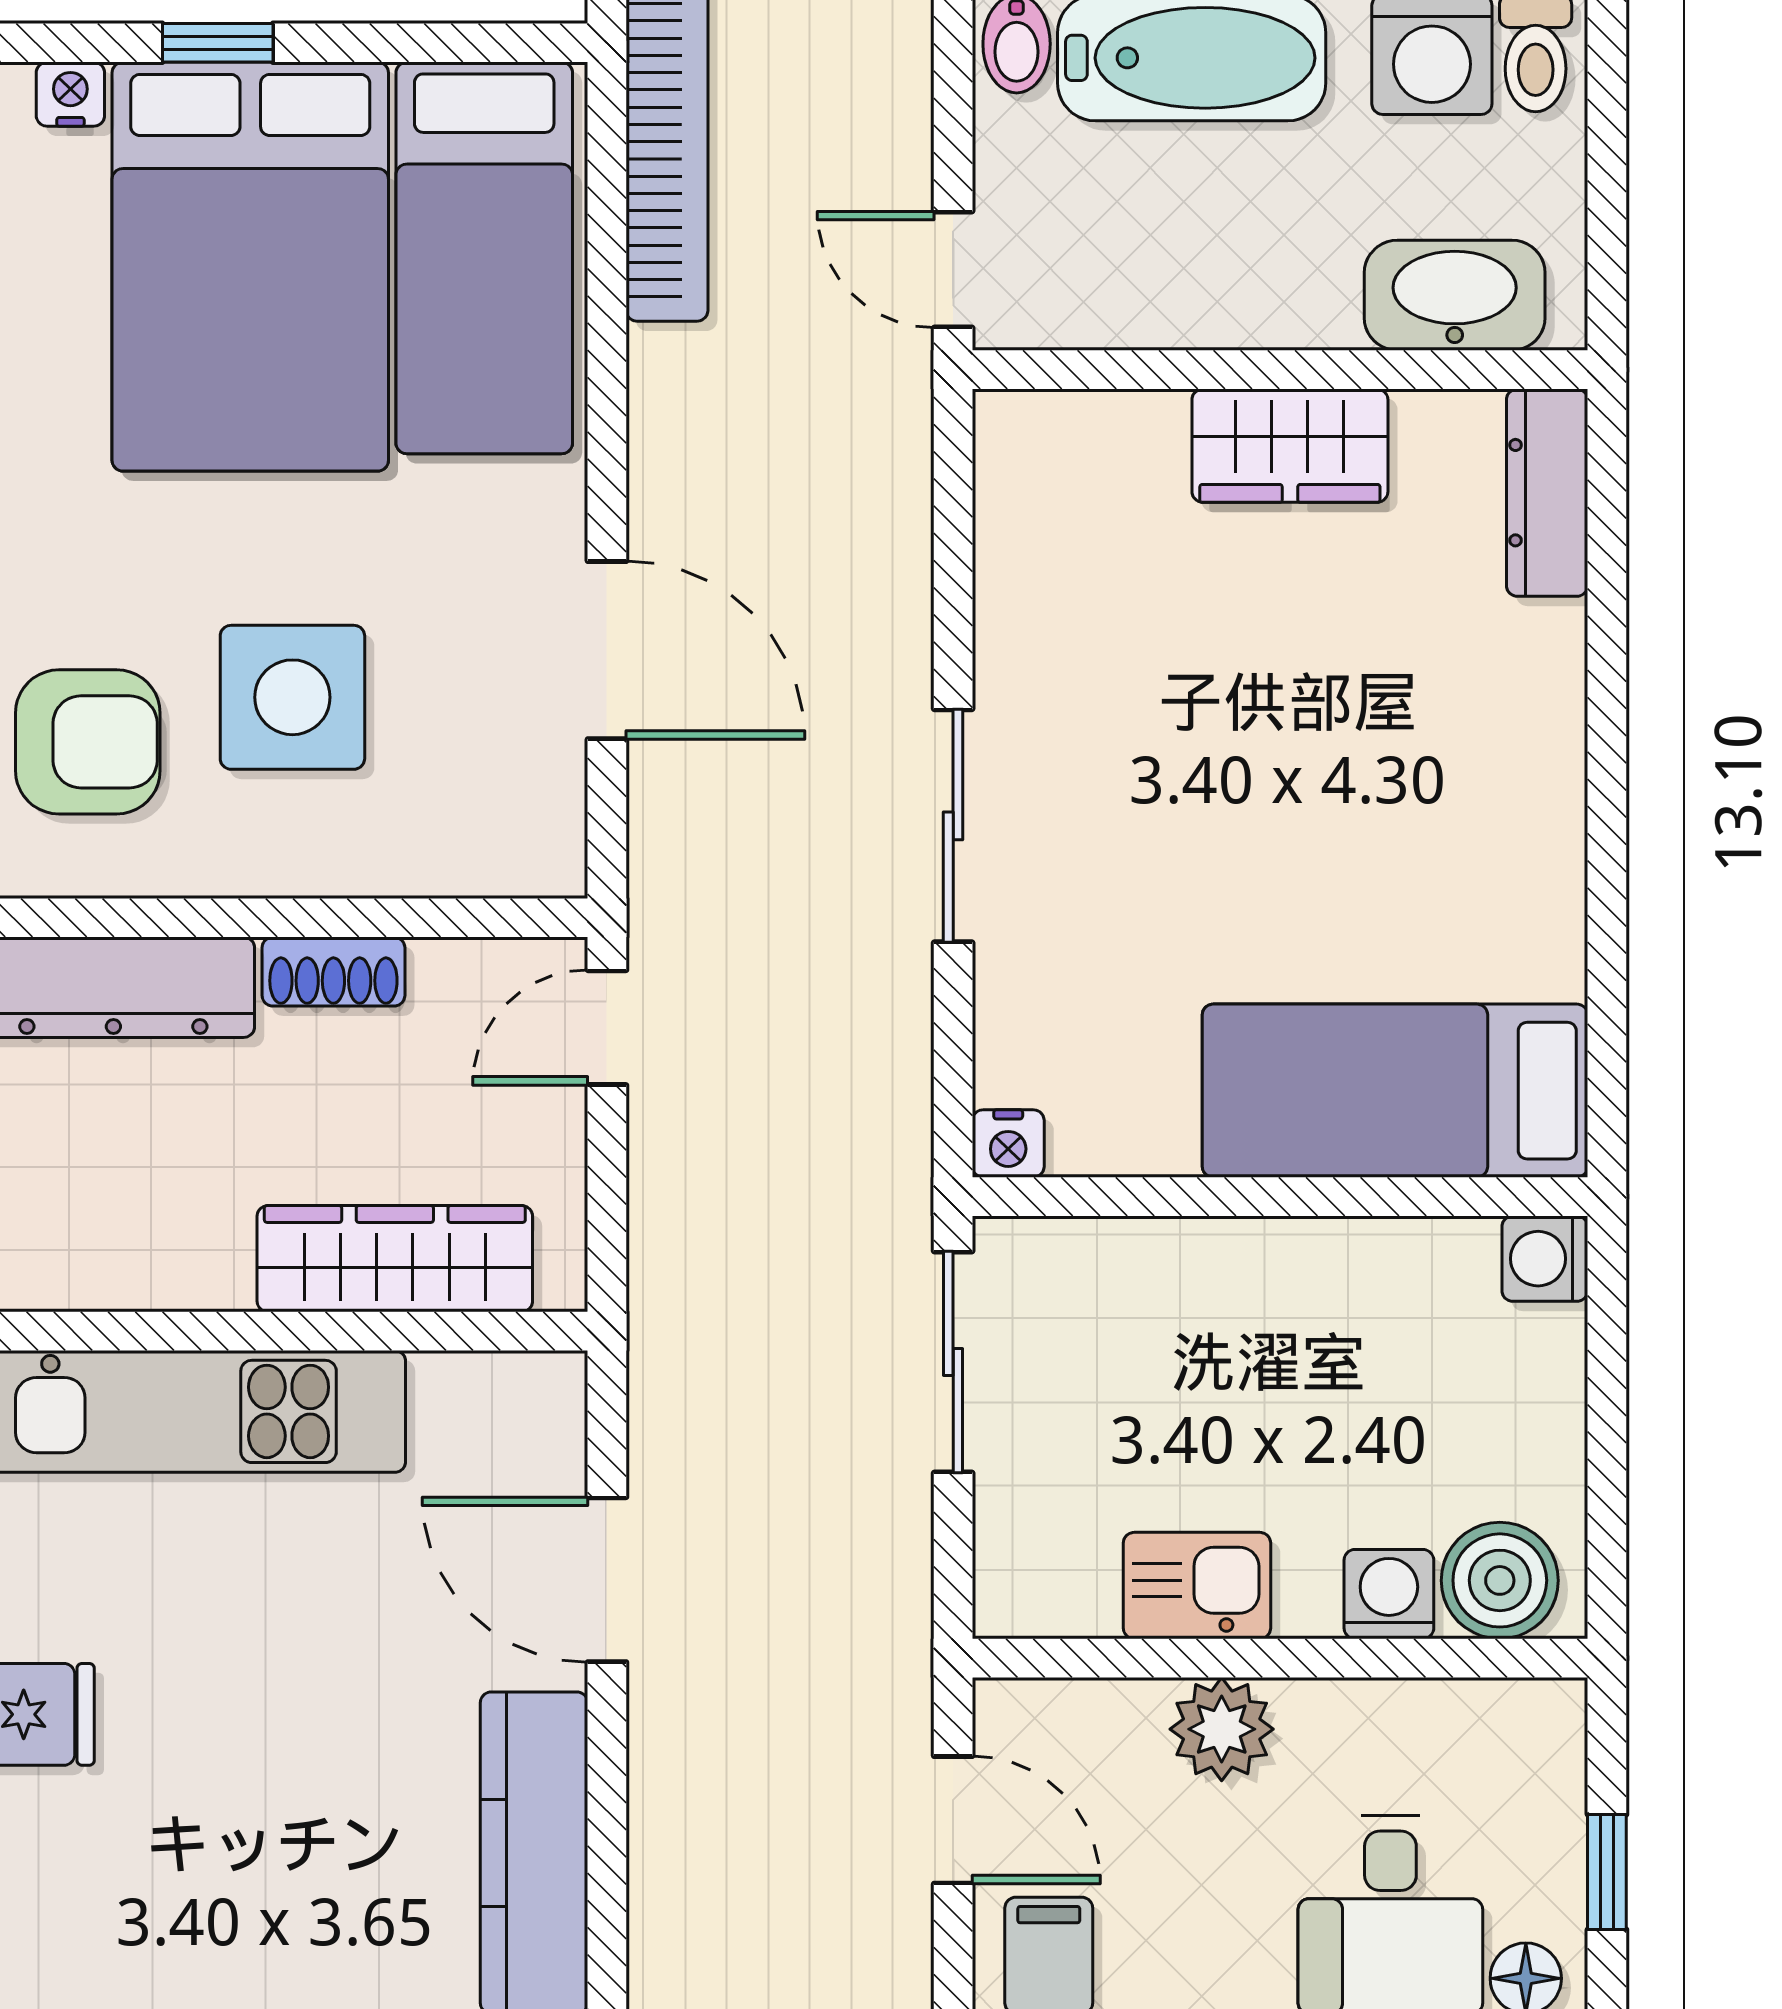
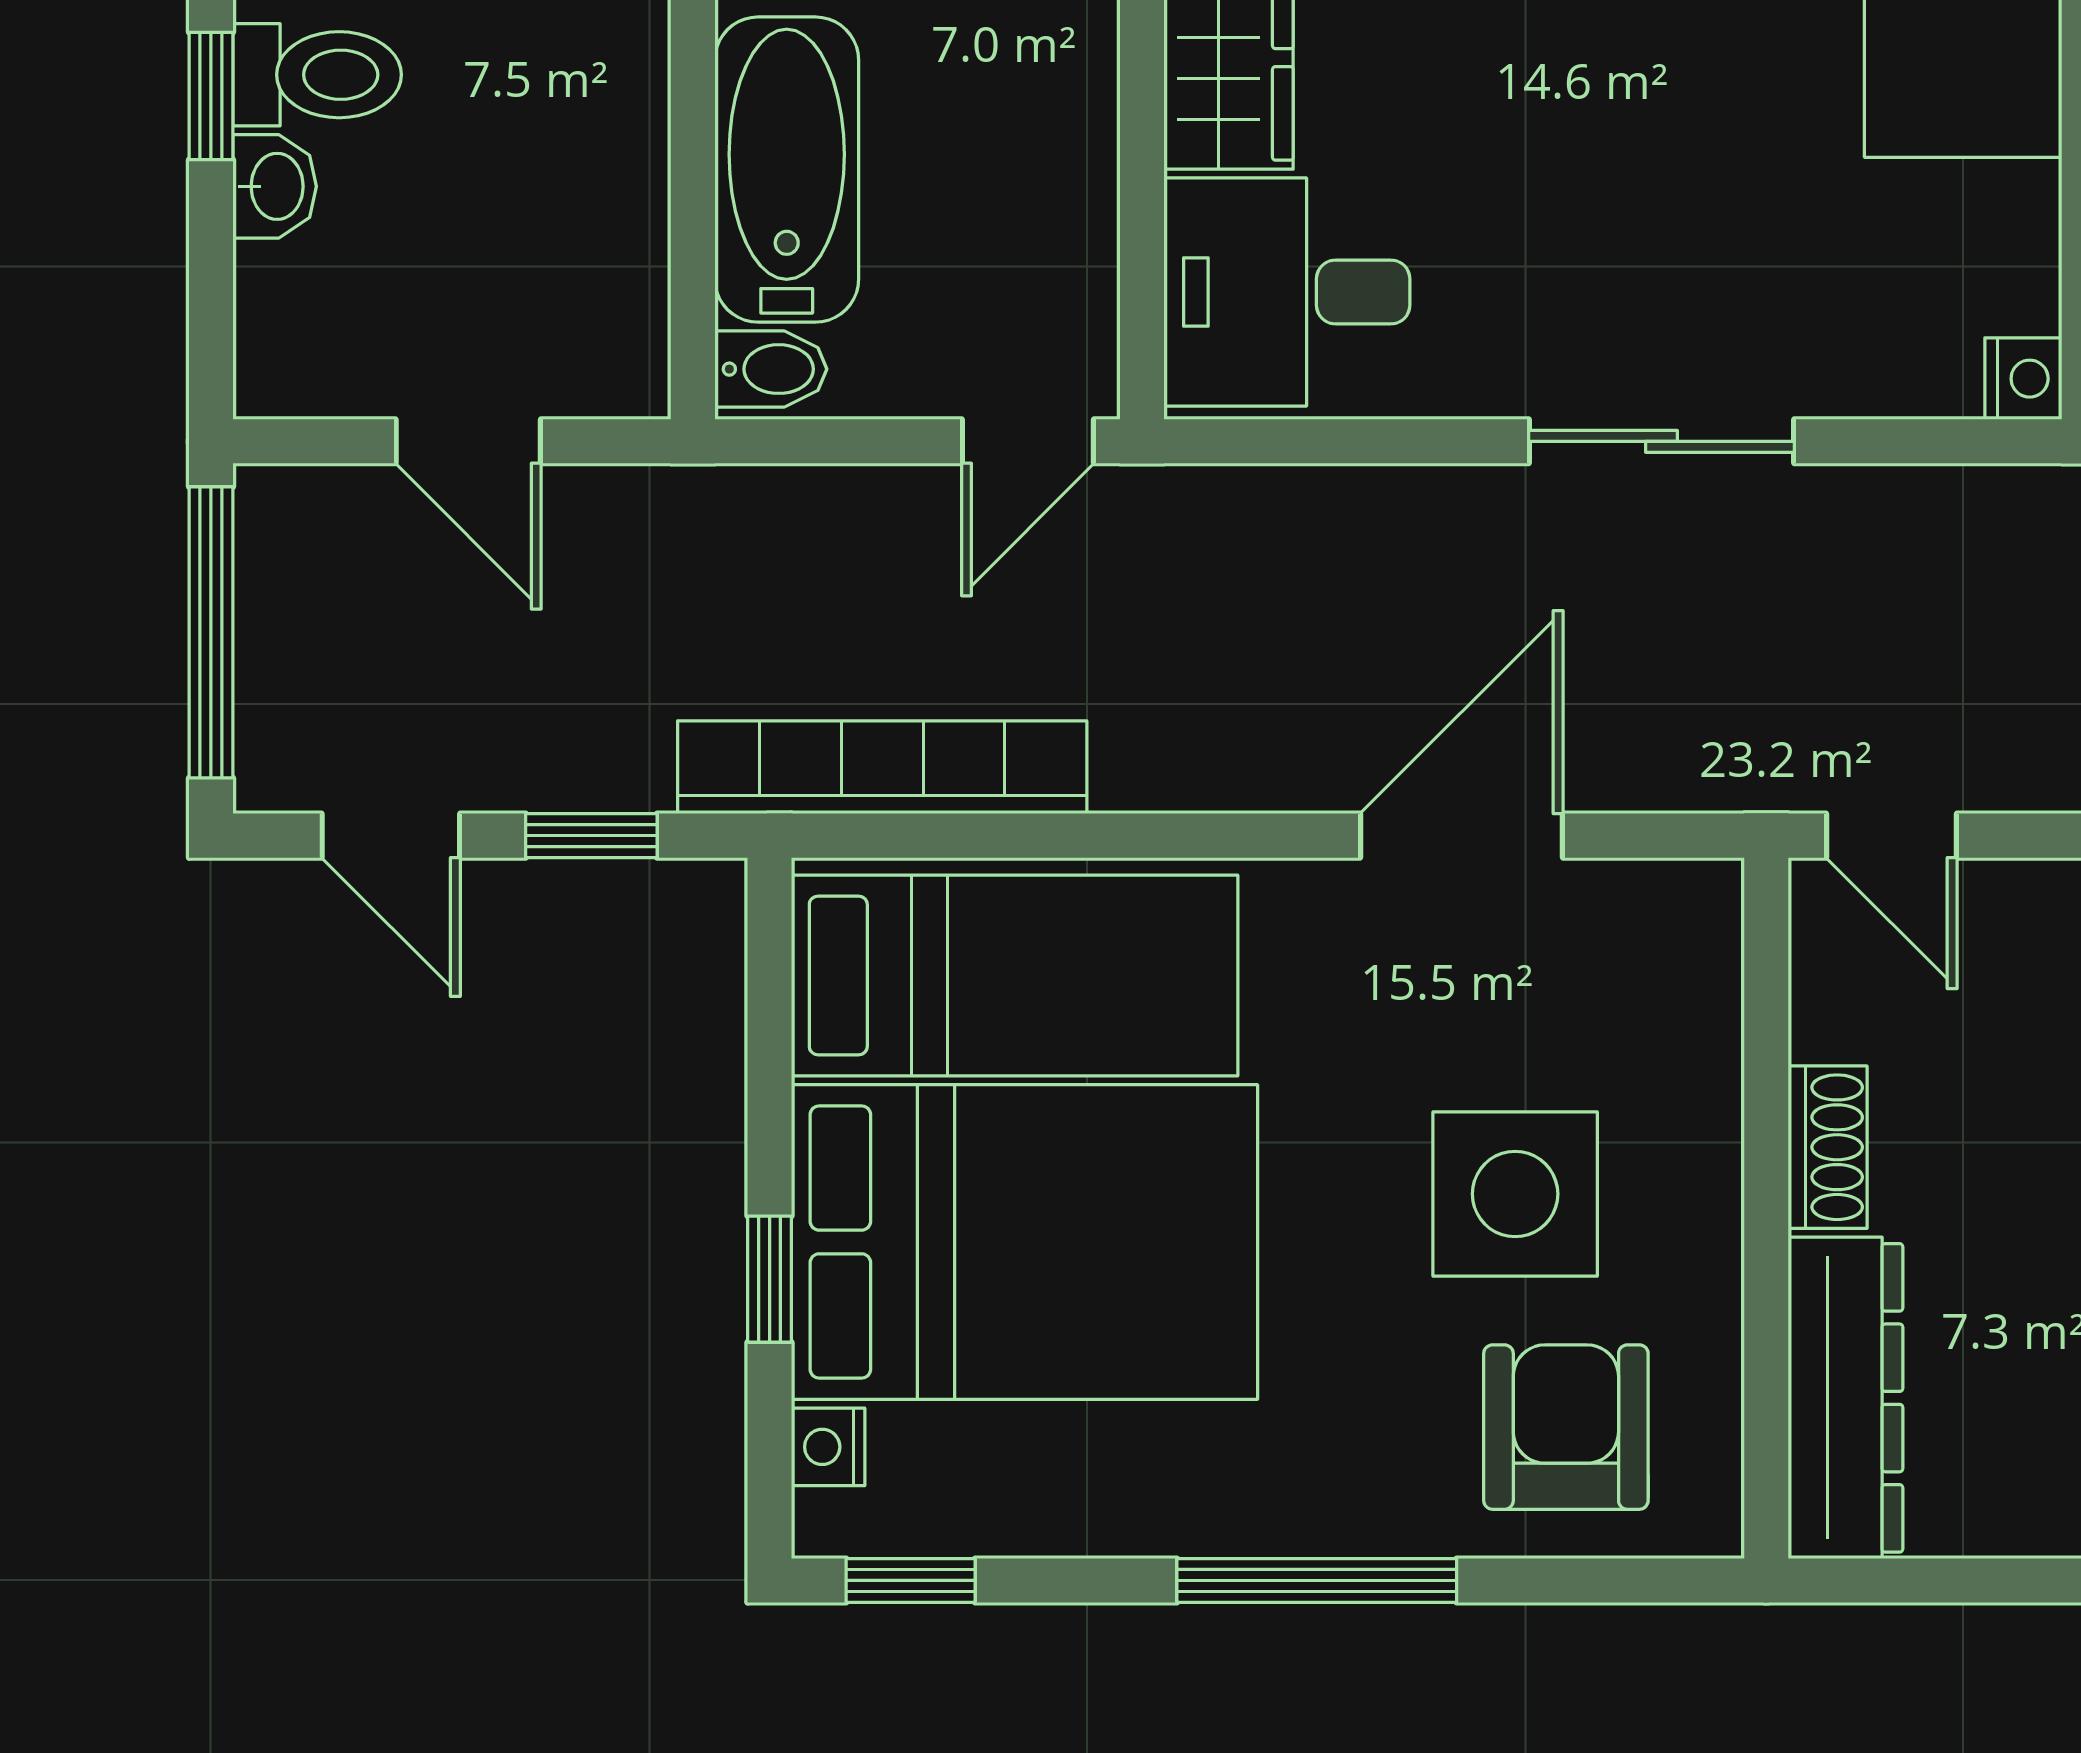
desk: (1084, 497) -> (1287, 292), added

